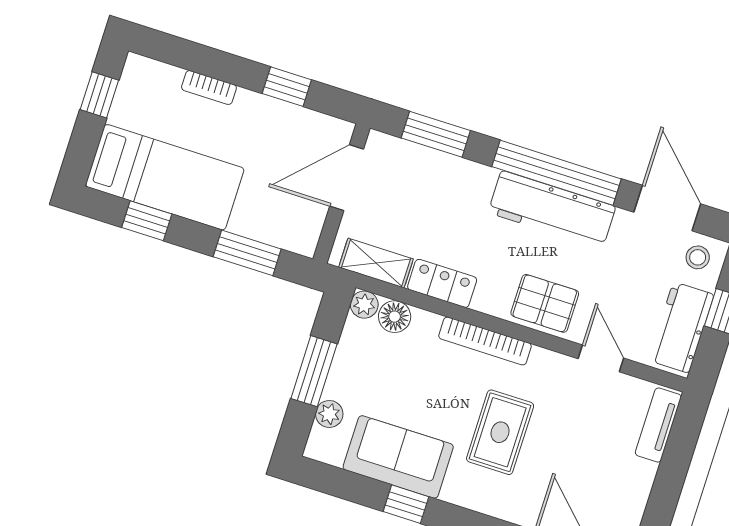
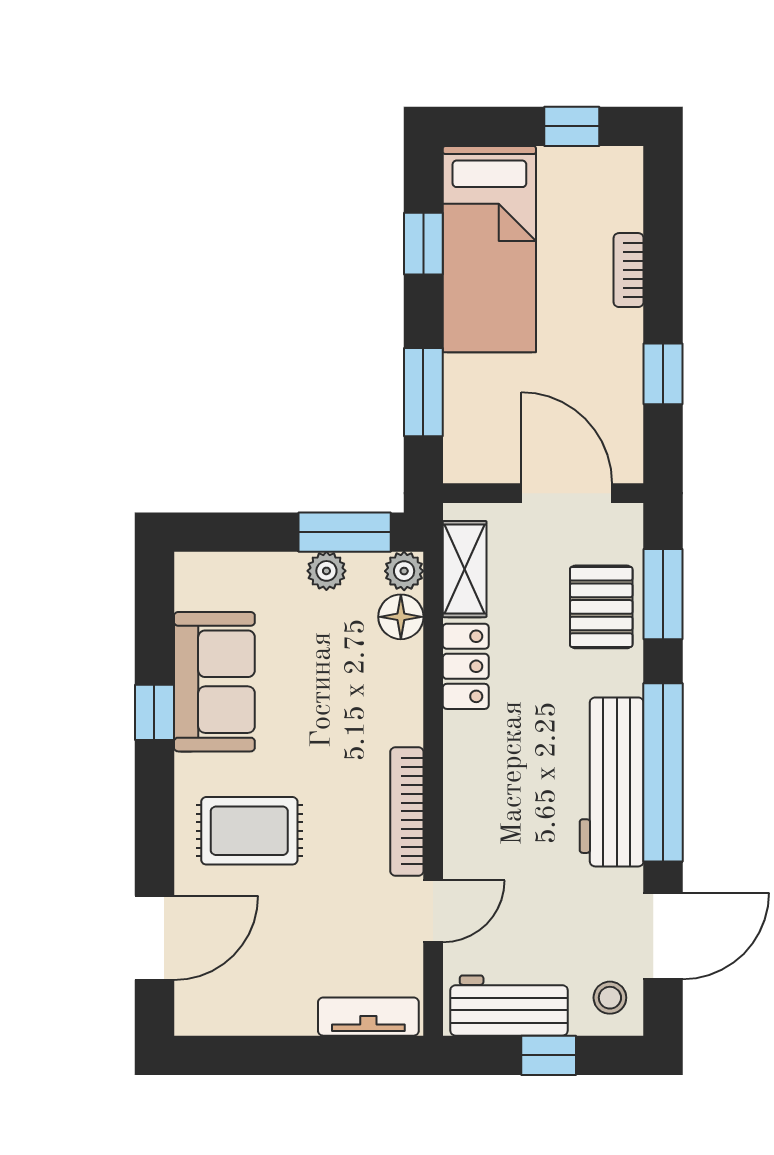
pallet: (545, 303) -> (601, 607), moved
bookcase: (485, 341) -> (407, 811), moved
window: (314, 371) -> (345, 532), moved
plant: (329, 414) -> (326, 571), moved
rug: (500, 432) -> (249, 831), moved

